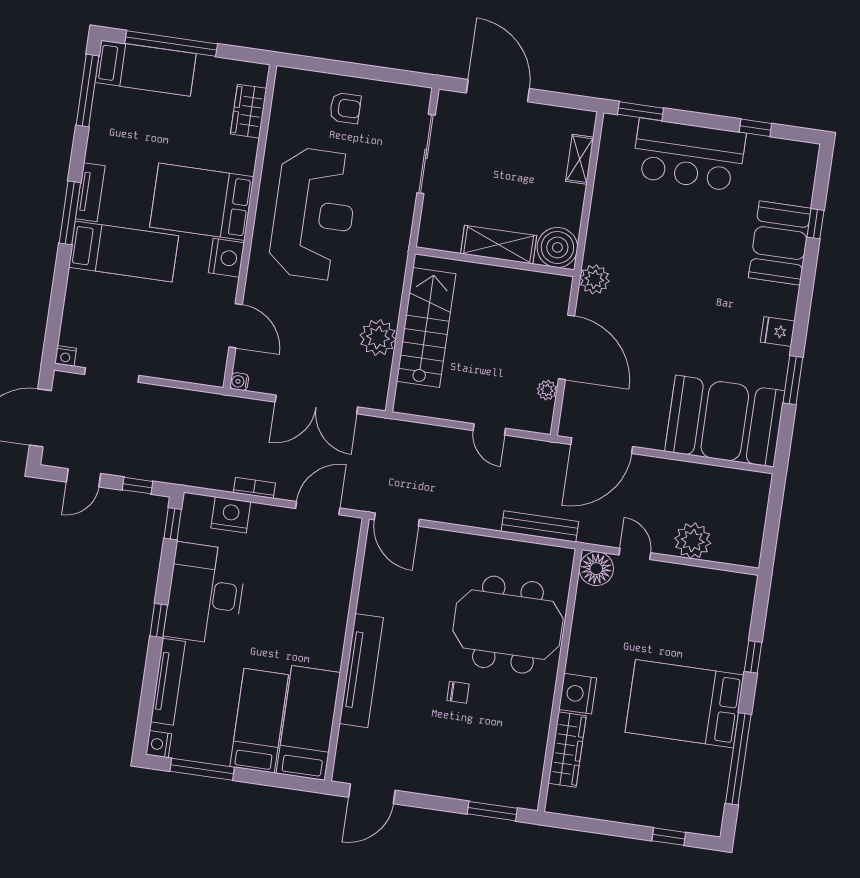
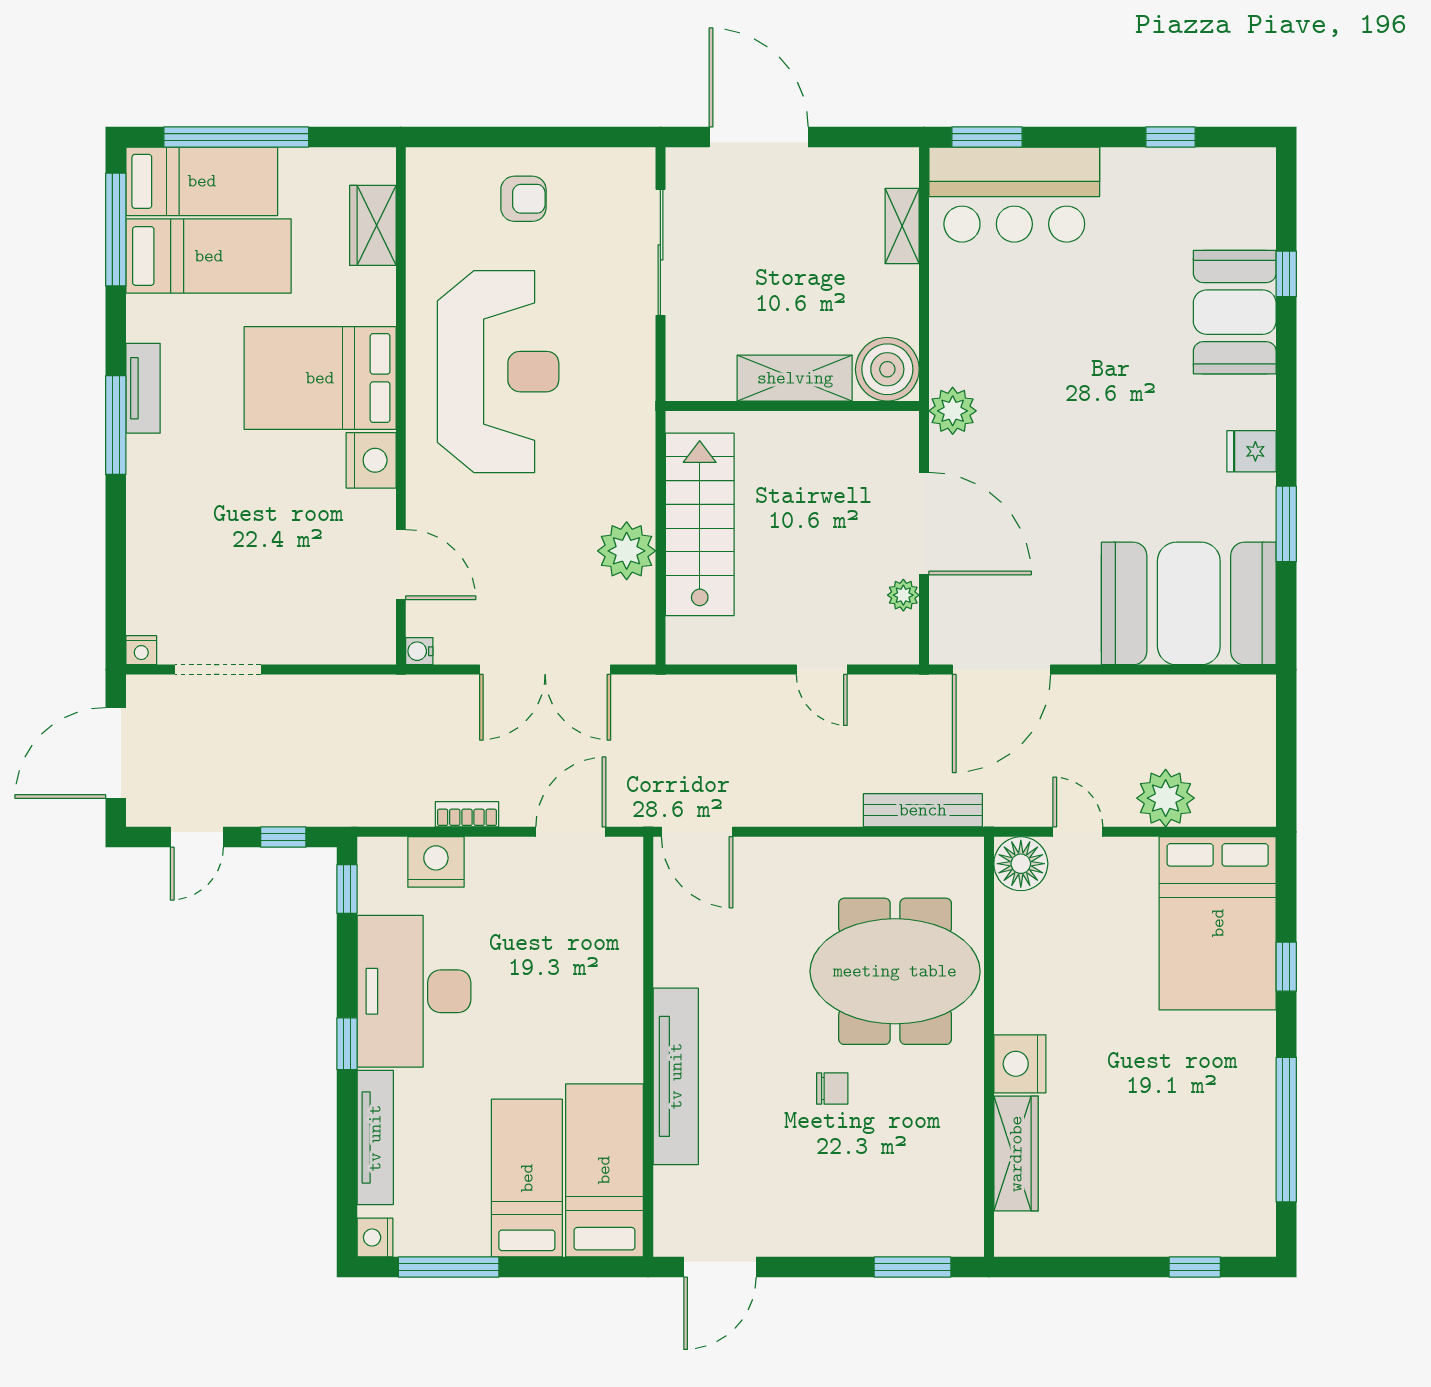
bar counter: (689, 155) -> (1014, 195), moved
bed: (124, 252) -> (209, 256), moved
bed: (684, 704) -> (1218, 923), moved, turned -90

